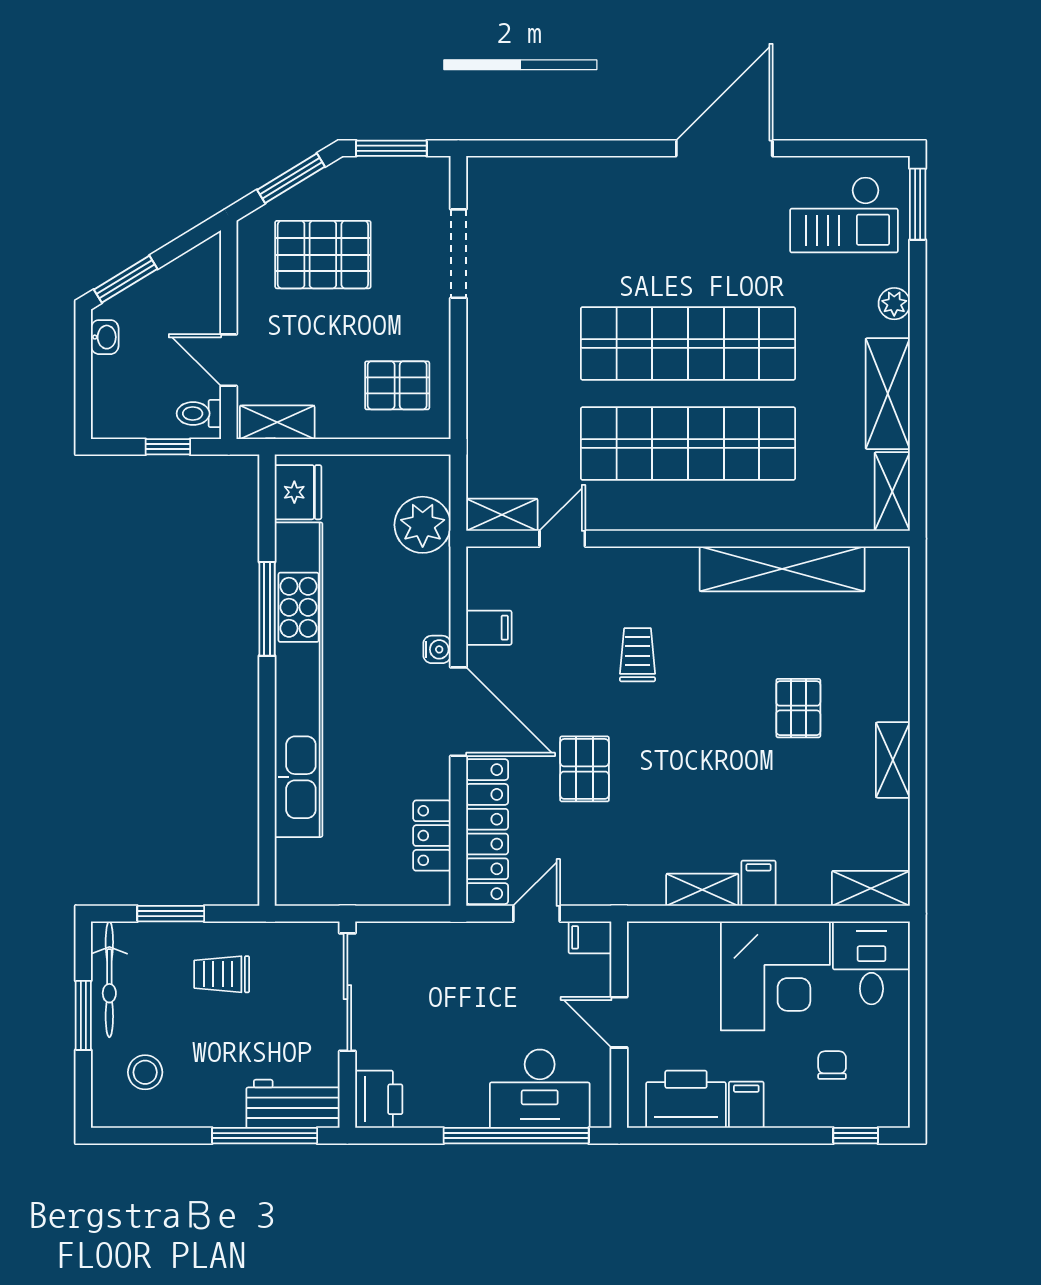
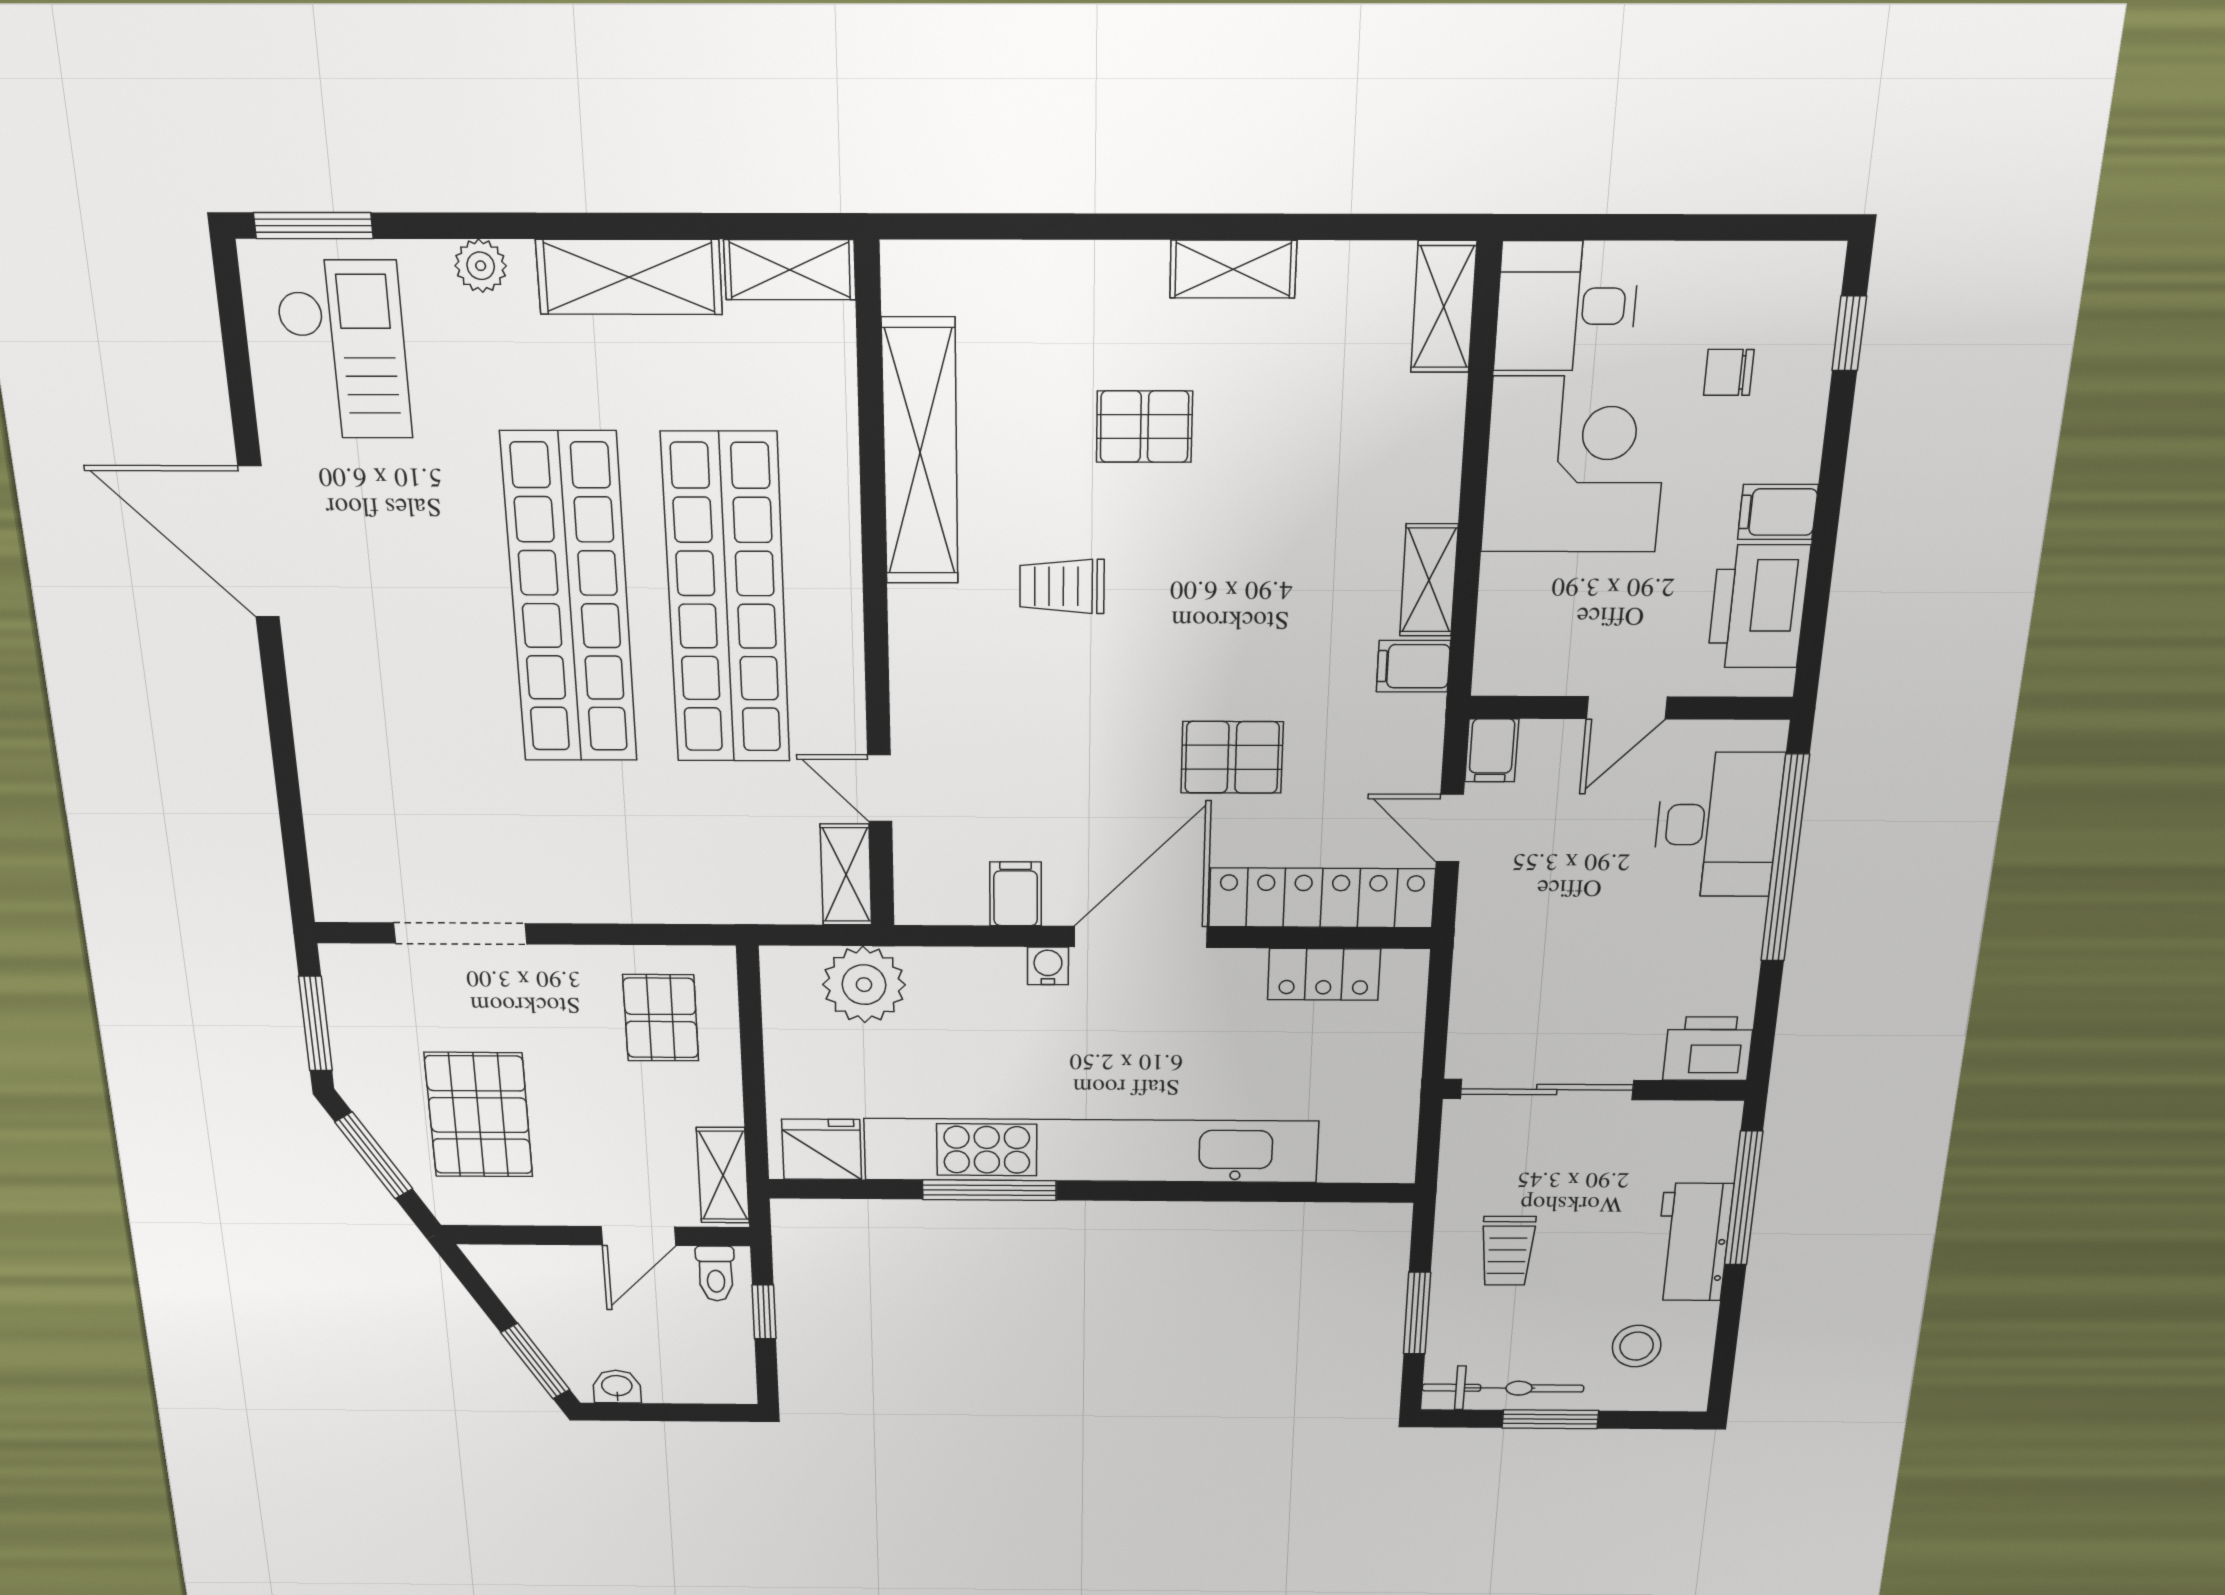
trolley: (638, 655) -> (1062, 586), moved
filing cabinet: (759, 883) -> (1413, 666), moved
workbench: (293, 1104) -> (1693, 1242), moved

